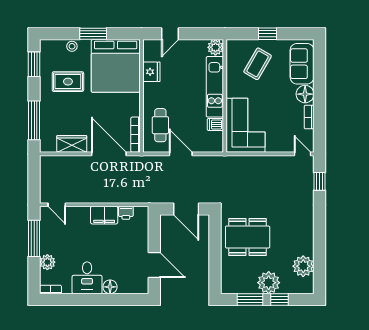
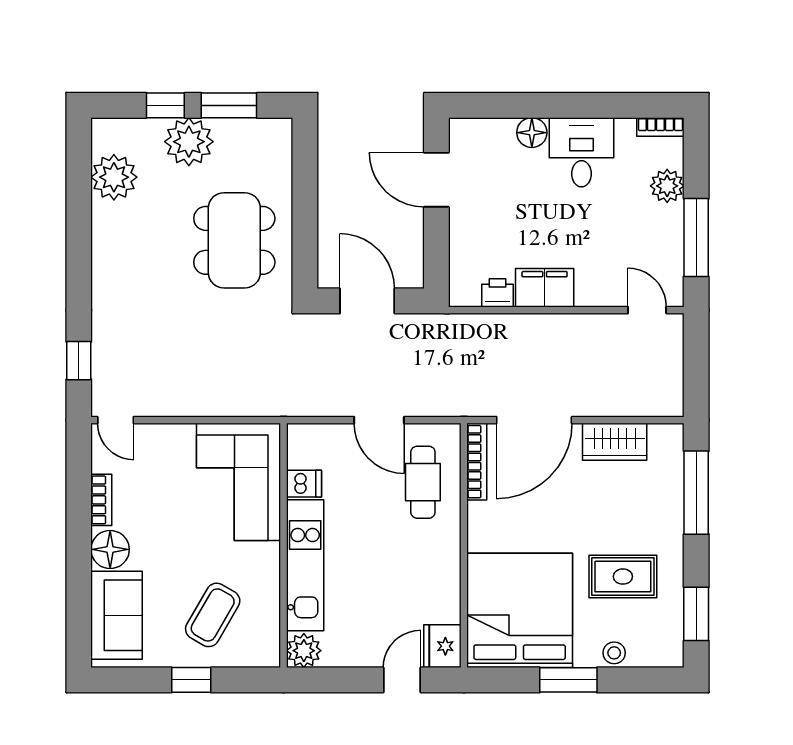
fridge: (151, 72) -> (442, 646), moved
door: (109, 154) -> (534, 420), hinge flipped
dining table: (248, 237) -> (234, 240), turned 90

